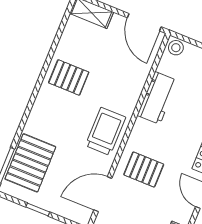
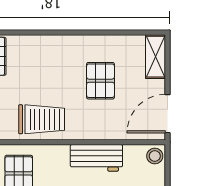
pallet: (69, 77) -> (100, 81), moved

